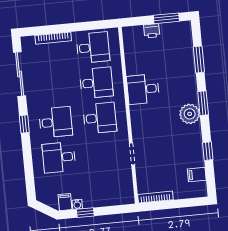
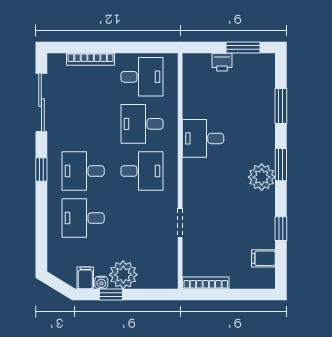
desk: (96, 83) -> (142, 124), turned 180
desk: (56, 122) -> (83, 171), turned 180
plant: (93, 197) -> (123, 275), added

